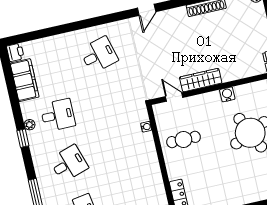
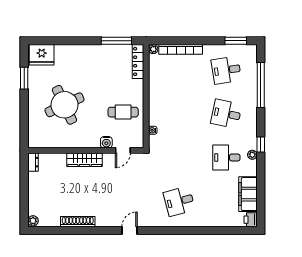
wardrobe: (201, 80) -> (85, 160), moved
water cooler: (227, 94) -> (106, 142), moved
door: (174, 97) -> (123, 150), hinge flipped
desk: (69, 164) -> (226, 114), turned 30

